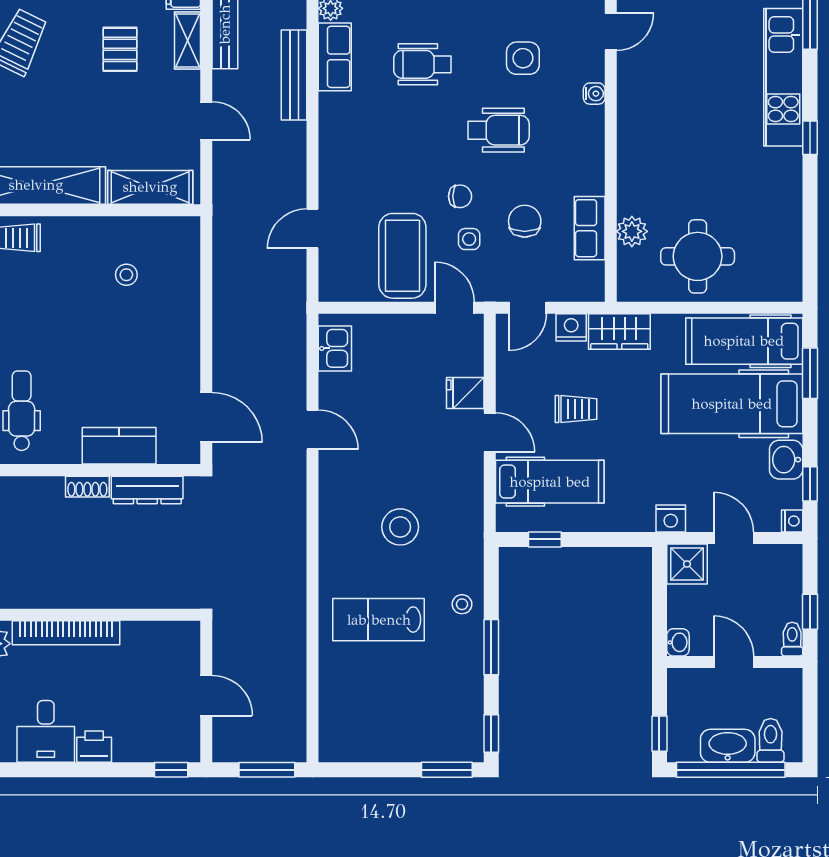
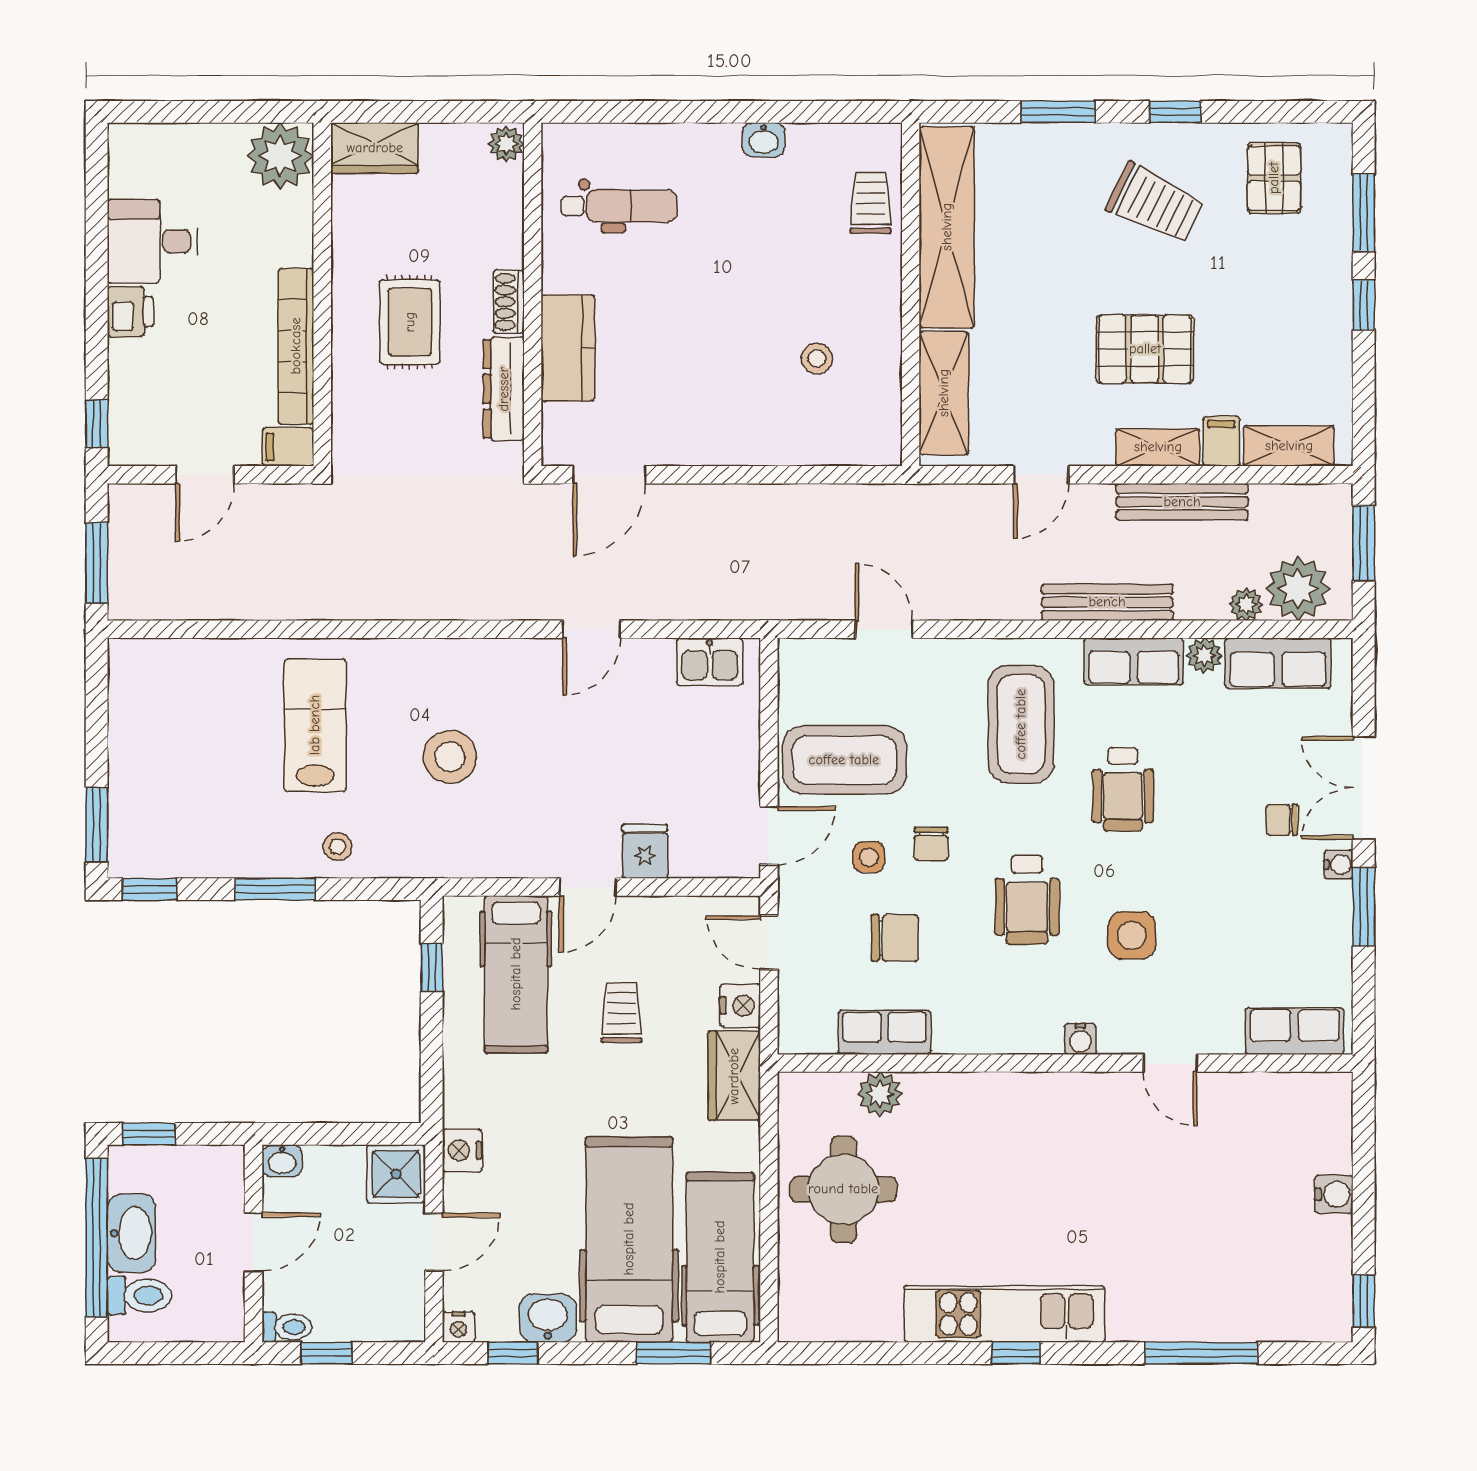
pallet: (120, 49) -> (1145, 349), width x1.50, depth x1.42
wheelchair: (423, 64) -> (1123, 789), turned 180
kitchen unit: (783, 77) -> (1004, 1314), moved
coffee table: (378, 134) -> (1021, 724), added
trolley: (576, 409) -> (621, 1012), turned 180
rug: (101, 555) -> (410, 322), added
bookcase: (66, 633) -> (296, 346), moved
filing cabinet: (187, 638) -> (288, 447), added

